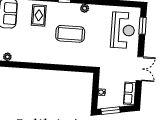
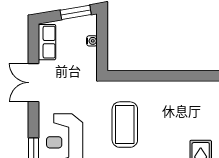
coffee table: (70, 34) -> (125, 125), moved, turned 90

